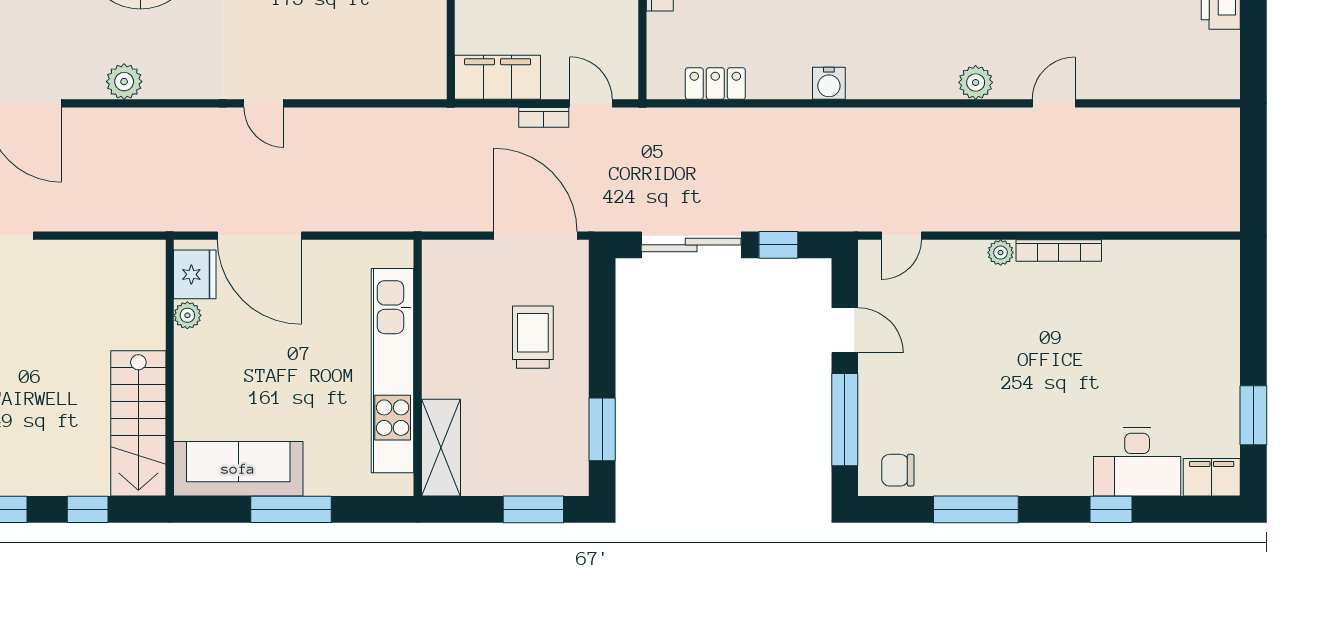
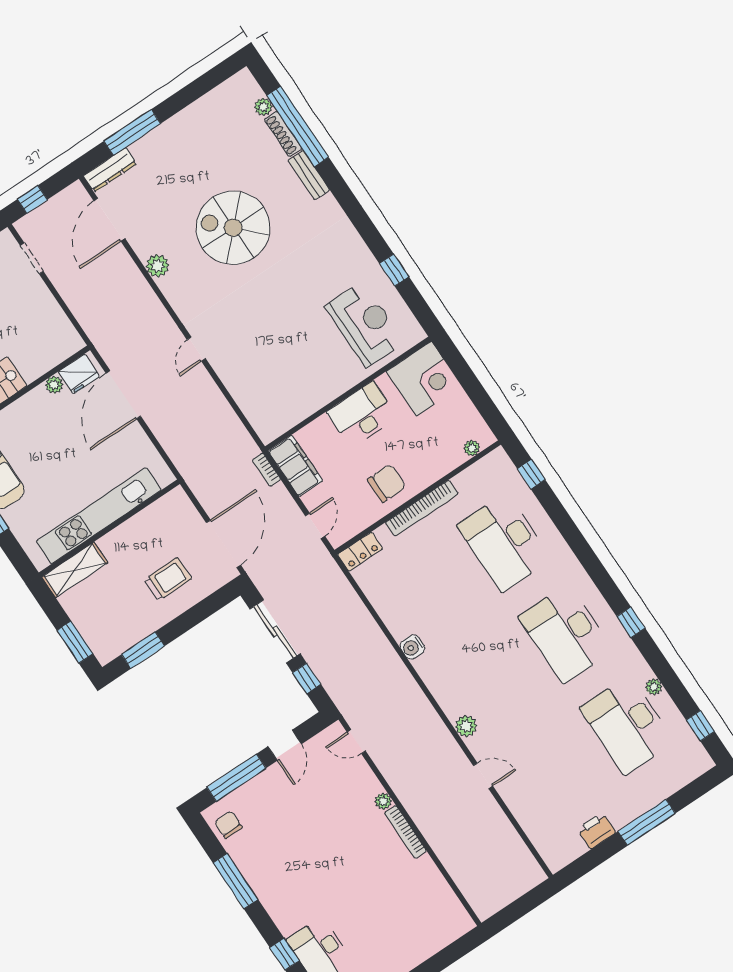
locker: (715, 84) -> (360, 552), moved, turned 90
bookcase: (544, 117) -> (266, 470), moved

